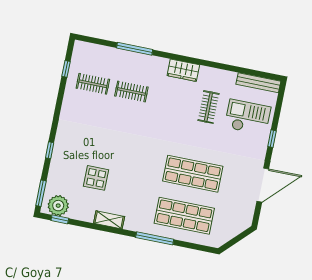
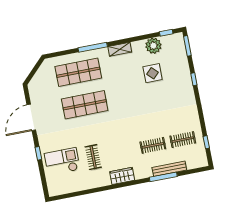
bench: (258, 83) -> (169, 169), moved
checkout: (248, 117) -> (62, 161), turned 180
plant: (58, 206) -> (153, 46), moved
shelving: (109, 220) -> (120, 49), moved

